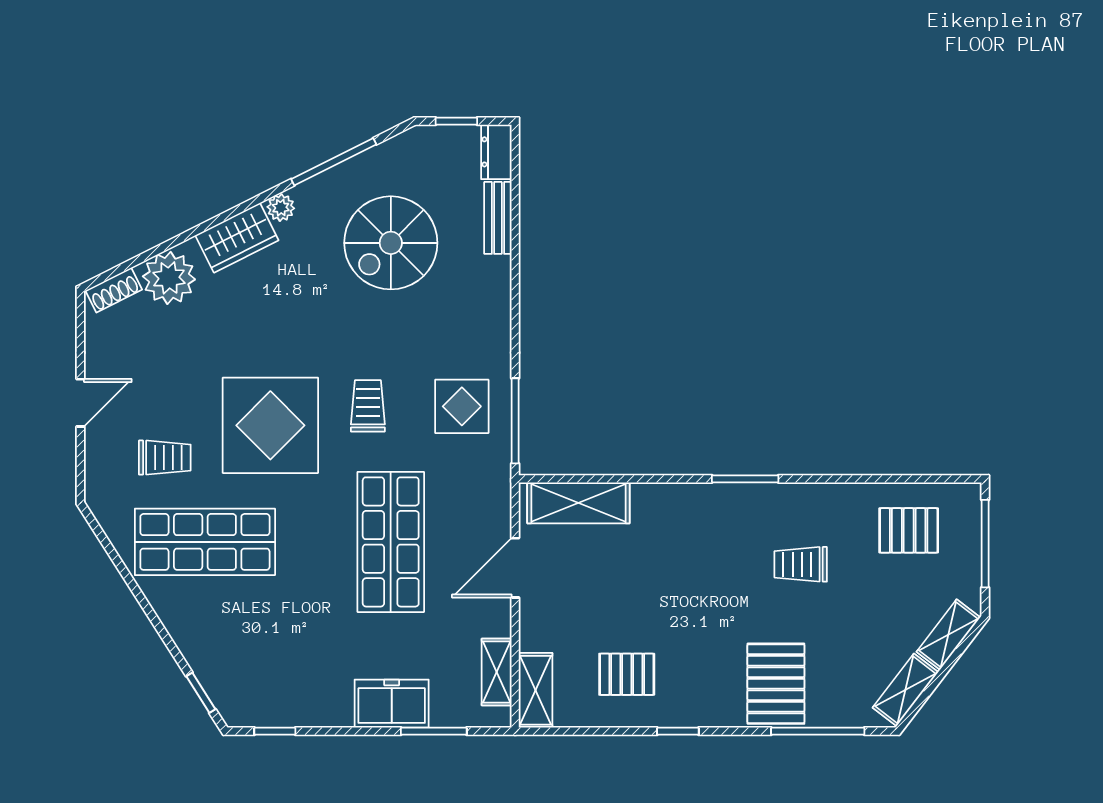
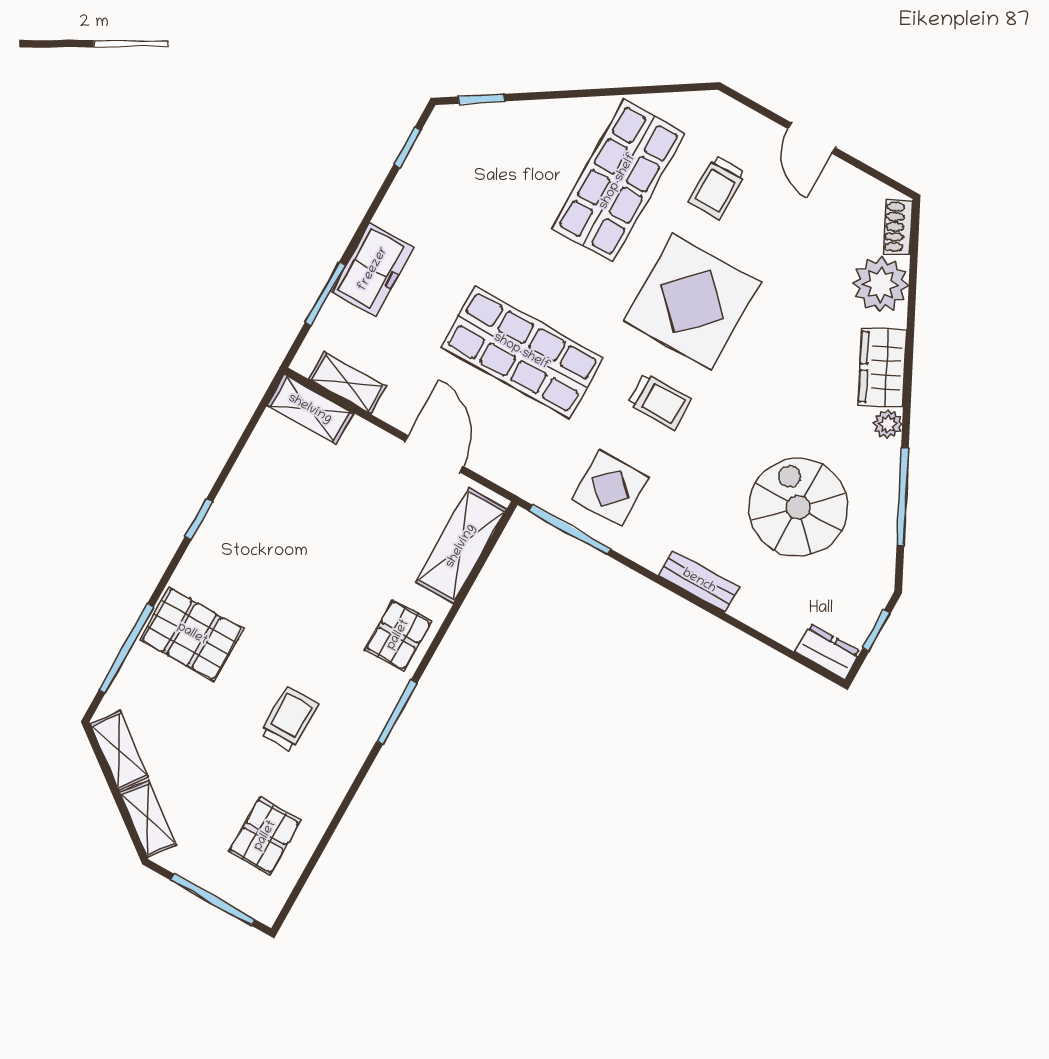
bench: (498, 218) -> (699, 581), moved
pallet: (627, 674) -> (398, 635), moved

